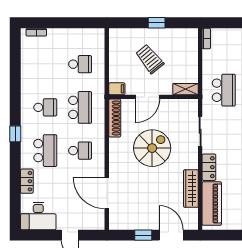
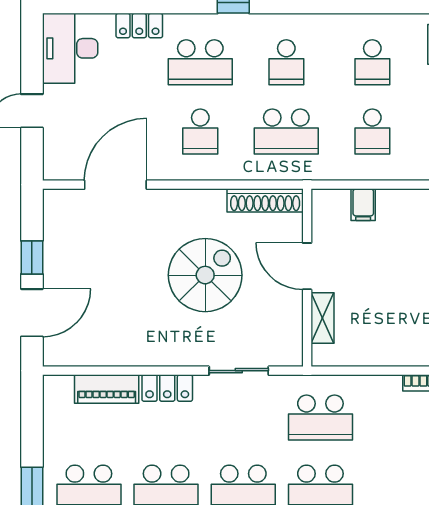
trolley: (150, 59) -> (383, 270), removed
school desk: (45, 64) -> (372, 62), added
filing cabinet: (117, 89) -> (363, 205), moved
shelving: (185, 89) -> (322, 318), moved
spiral stairs: (152, 148) -> (205, 275), turned -90
wardrobe: (191, 189) -> (125, 352), removed
piano: (212, 204) -> (107, 389), width x0.73, depth x0.75

